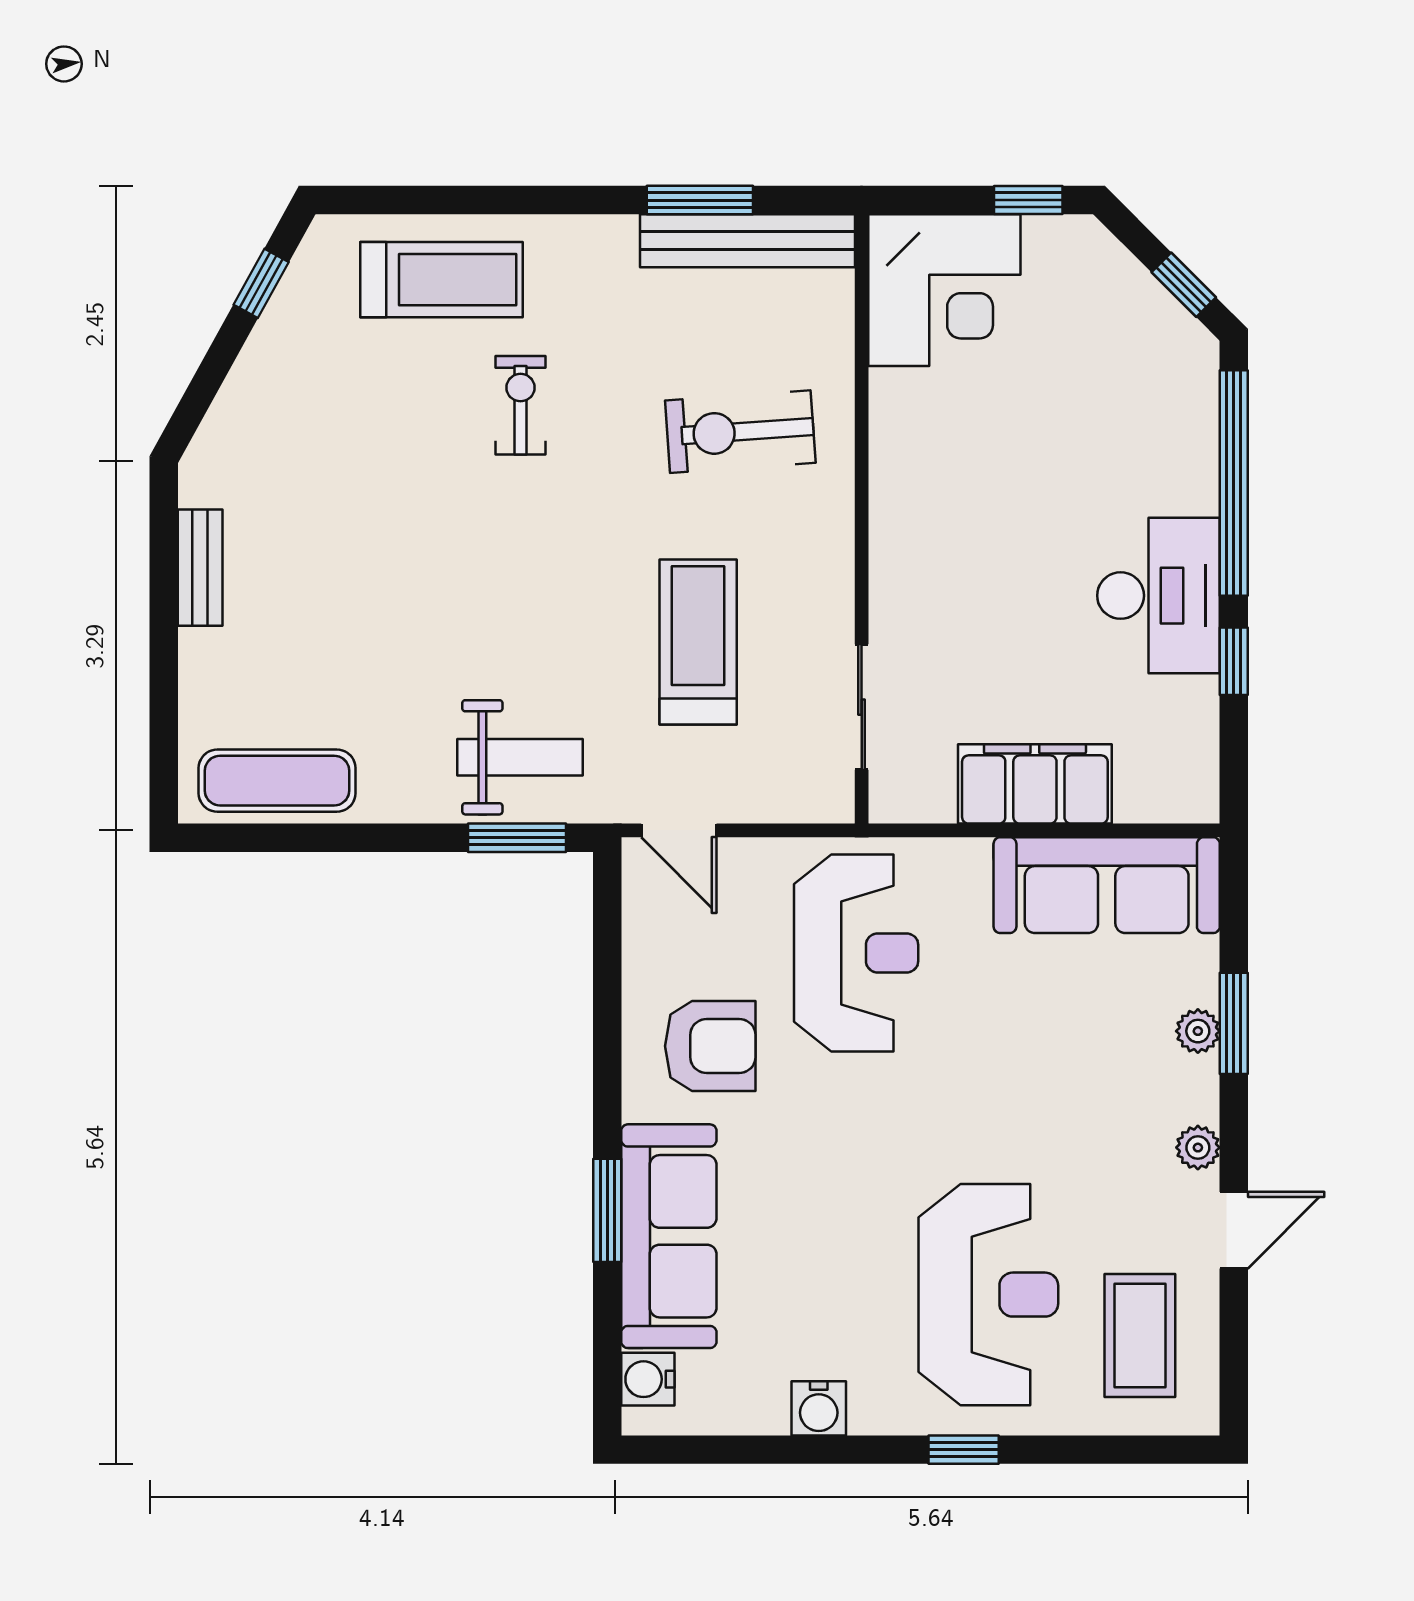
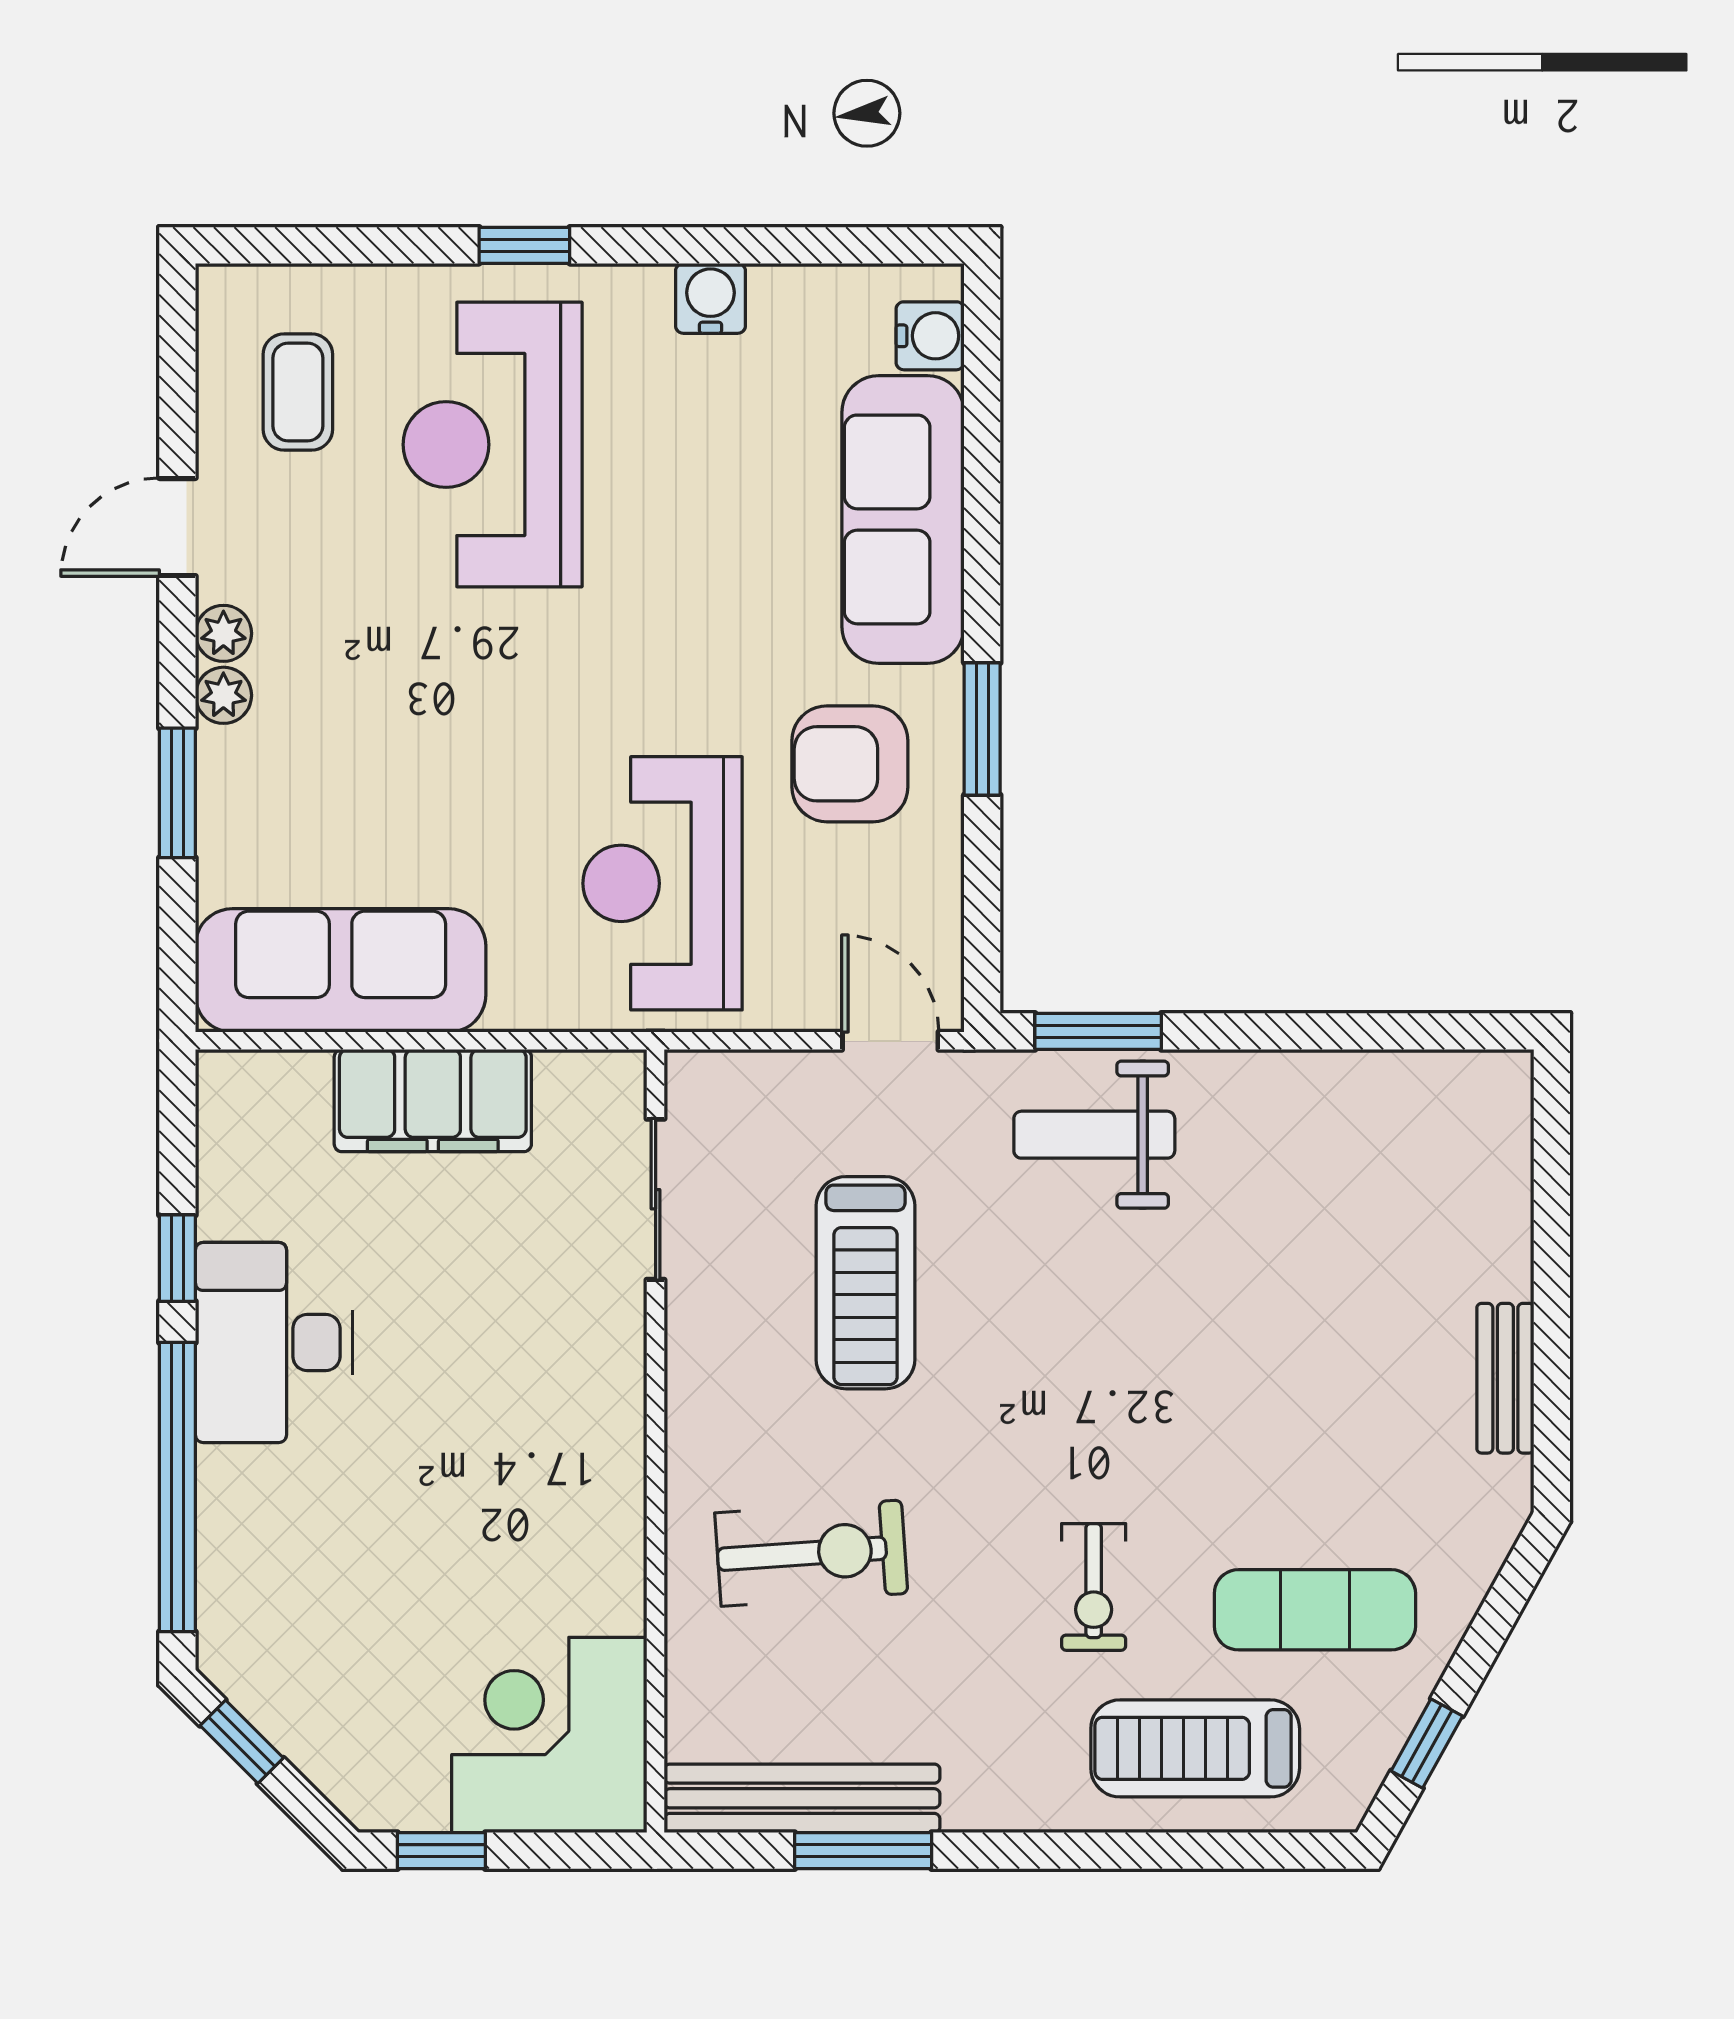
exercise mat: (277, 781) -> (1315, 1610), moved
plant: (1198, 1031) -> (223, 695), moved
window: (607, 1210) -> (982, 729), moved
coffee table: (1140, 1335) -> (298, 392), width x0.73, depth x0.77

